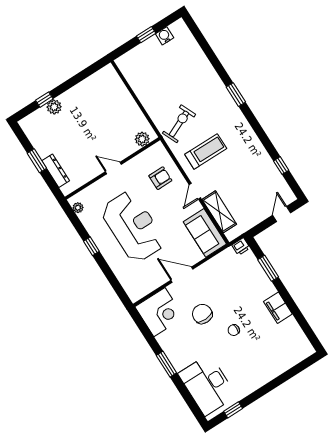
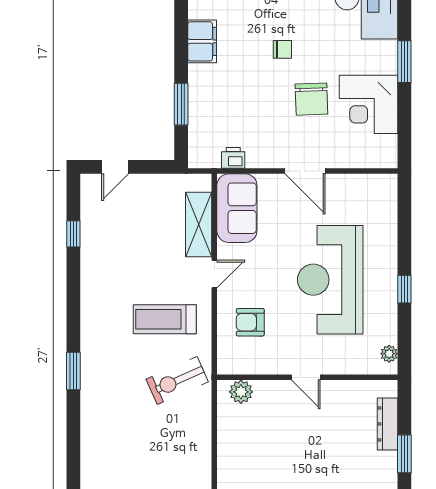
printer: (241, 247) -> (233, 158), moved
corner desk: (159, 312) -> (369, 104), moved, turned -90

